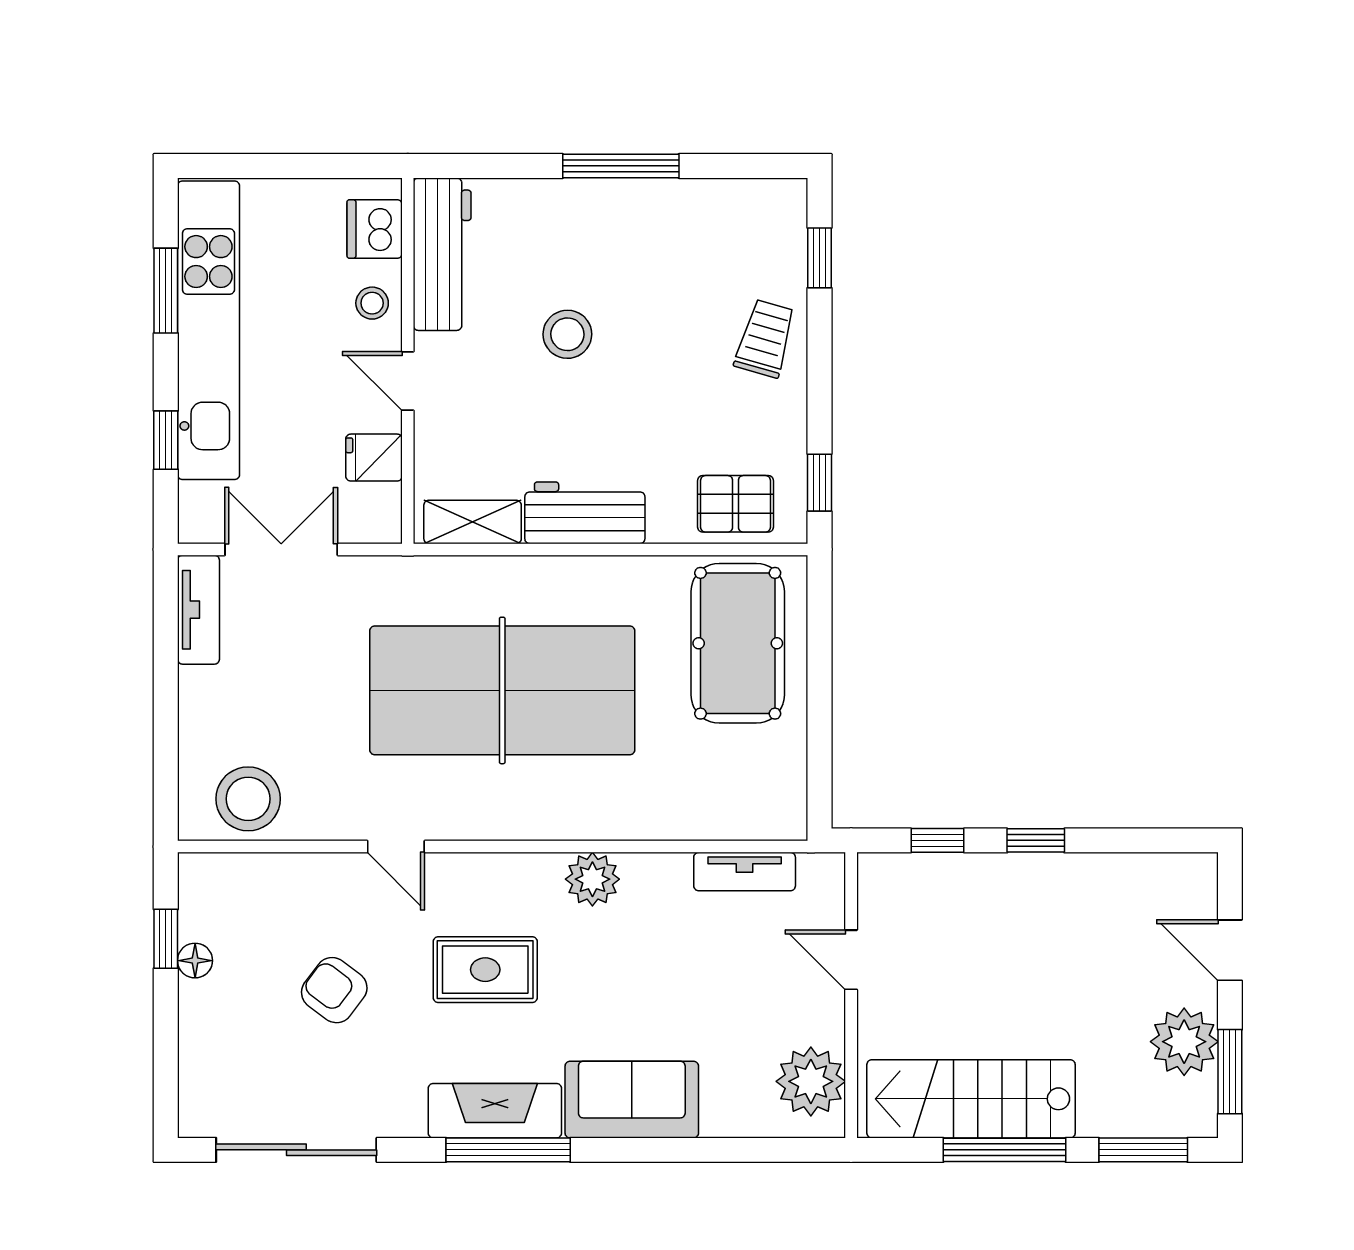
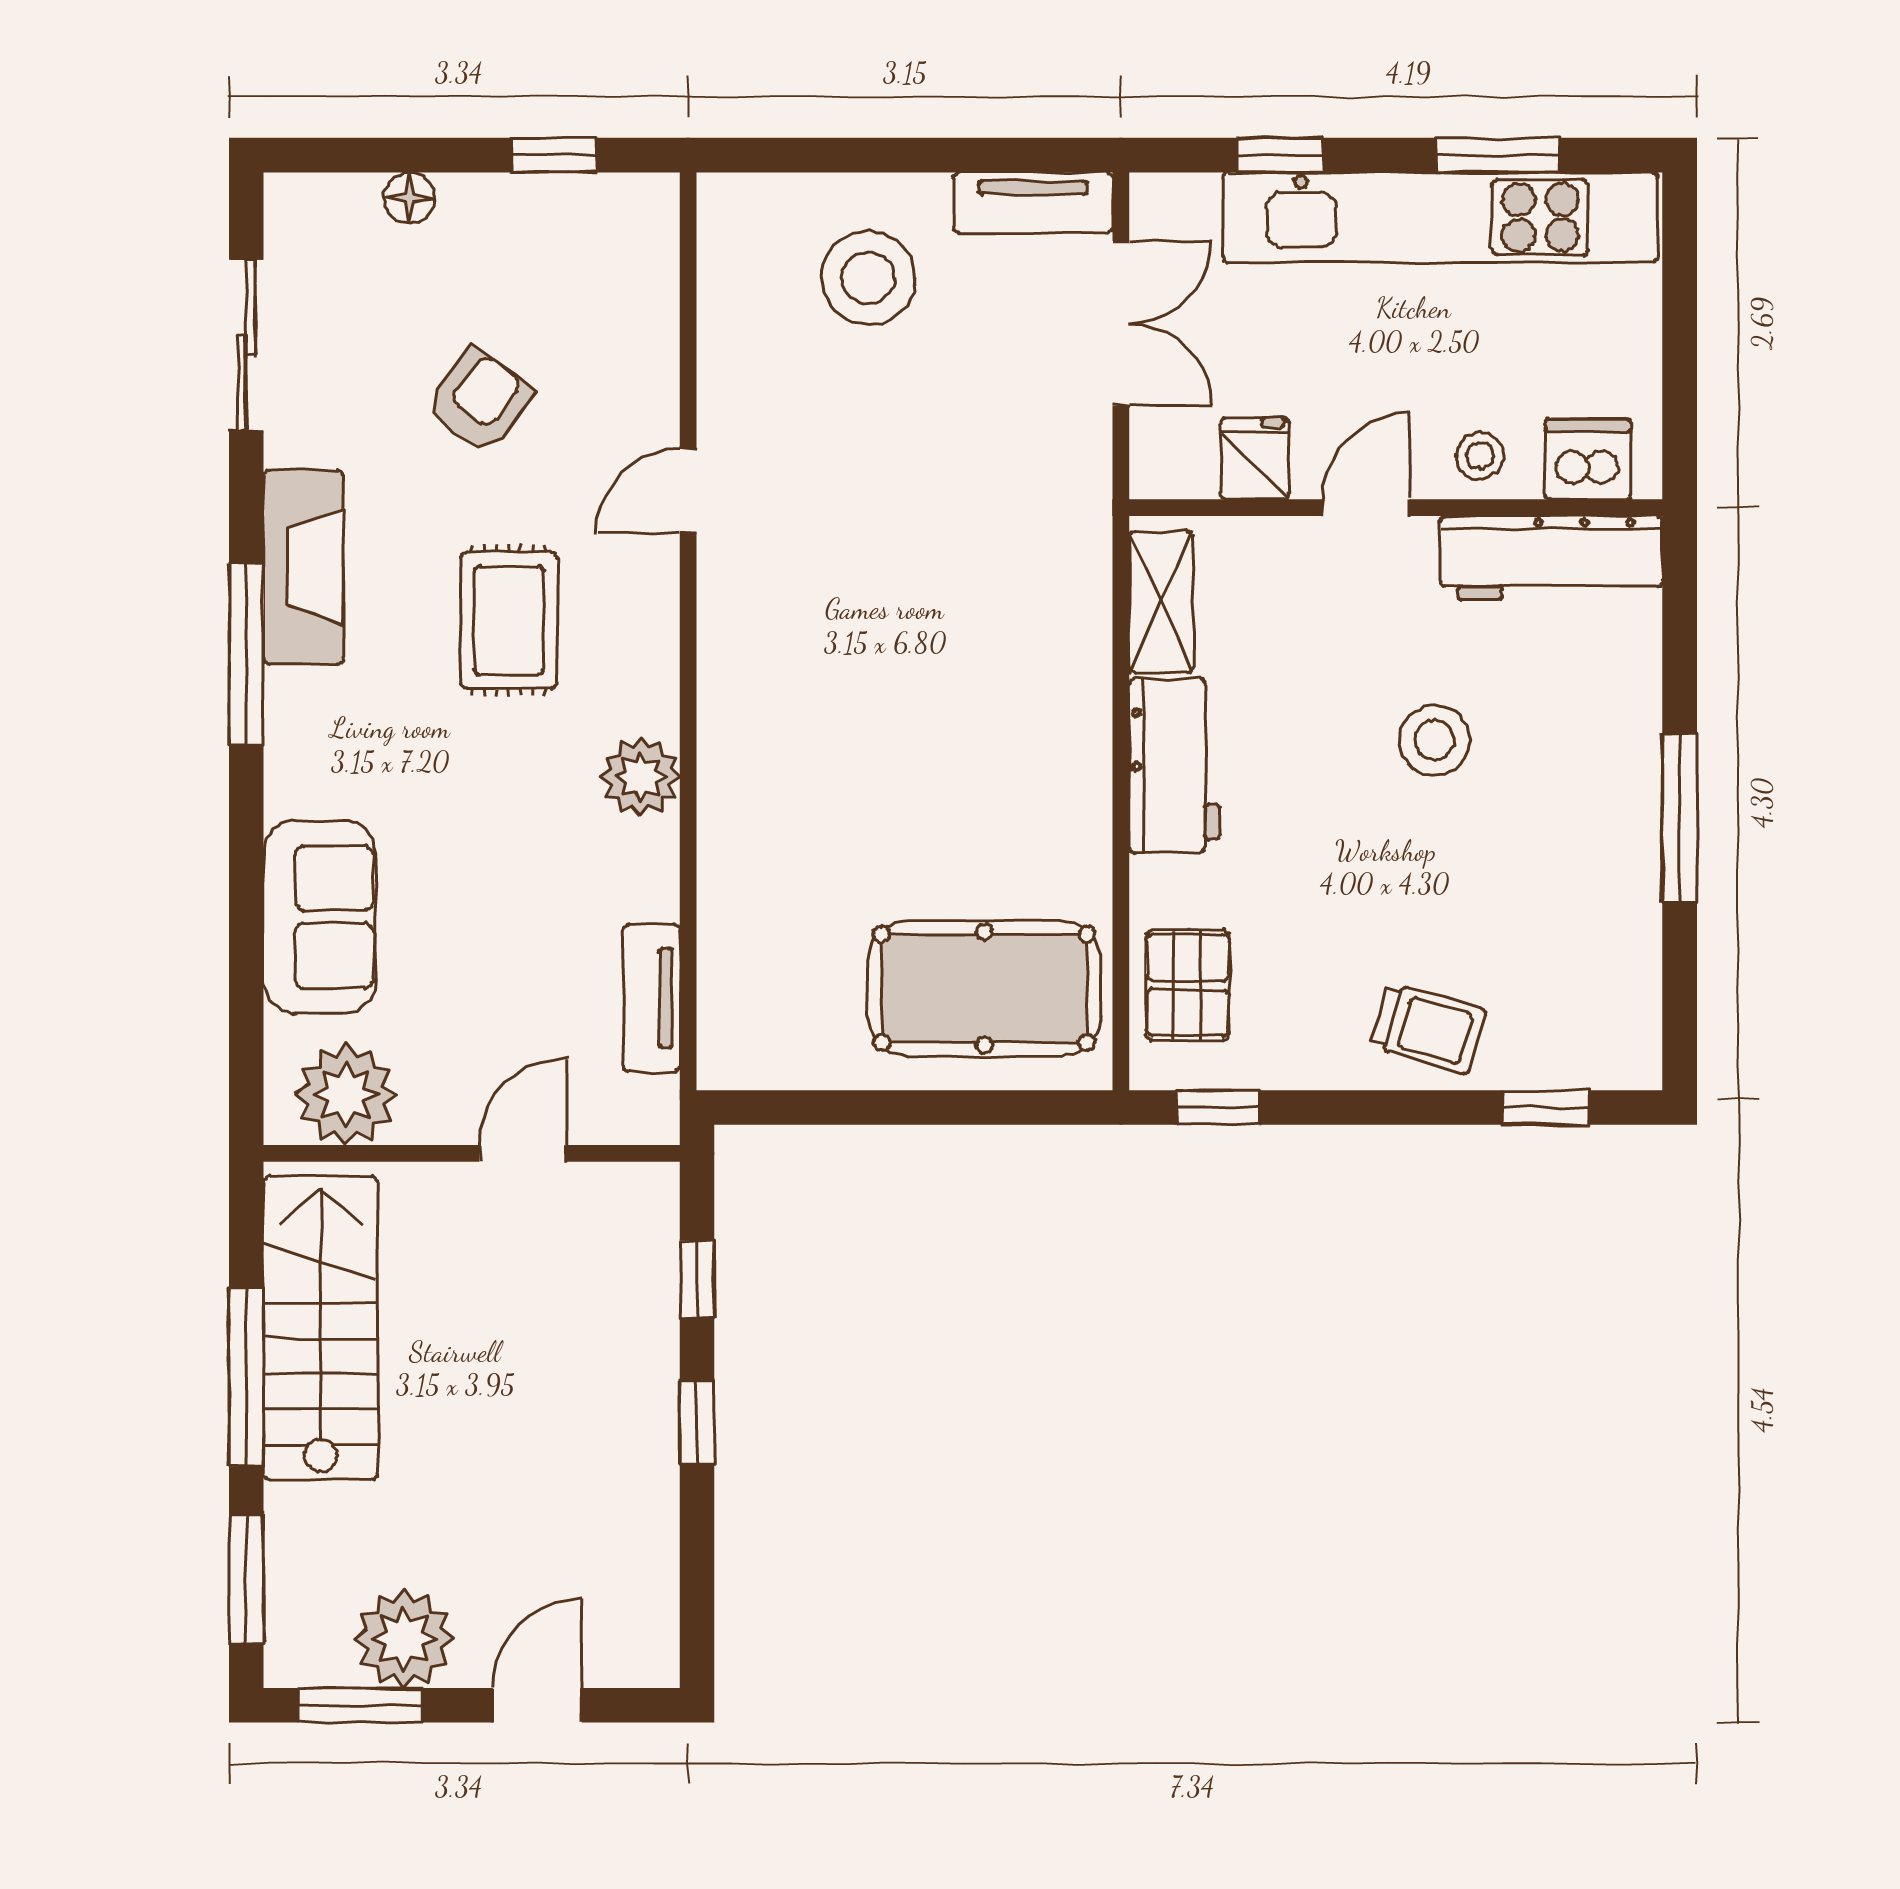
table tennis table: (502, 690) -> (916, 645), removed
stool: (248, 799) -> (868, 278), moved
floor lamp: (195, 961) -> (409, 198), moved
sofa: (632, 1100) -> (320, 917), moved
fireplace: (495, 1111) -> (303, 567), moved
sliding door: (296, 1150) -> (246, 345), width x0.73

